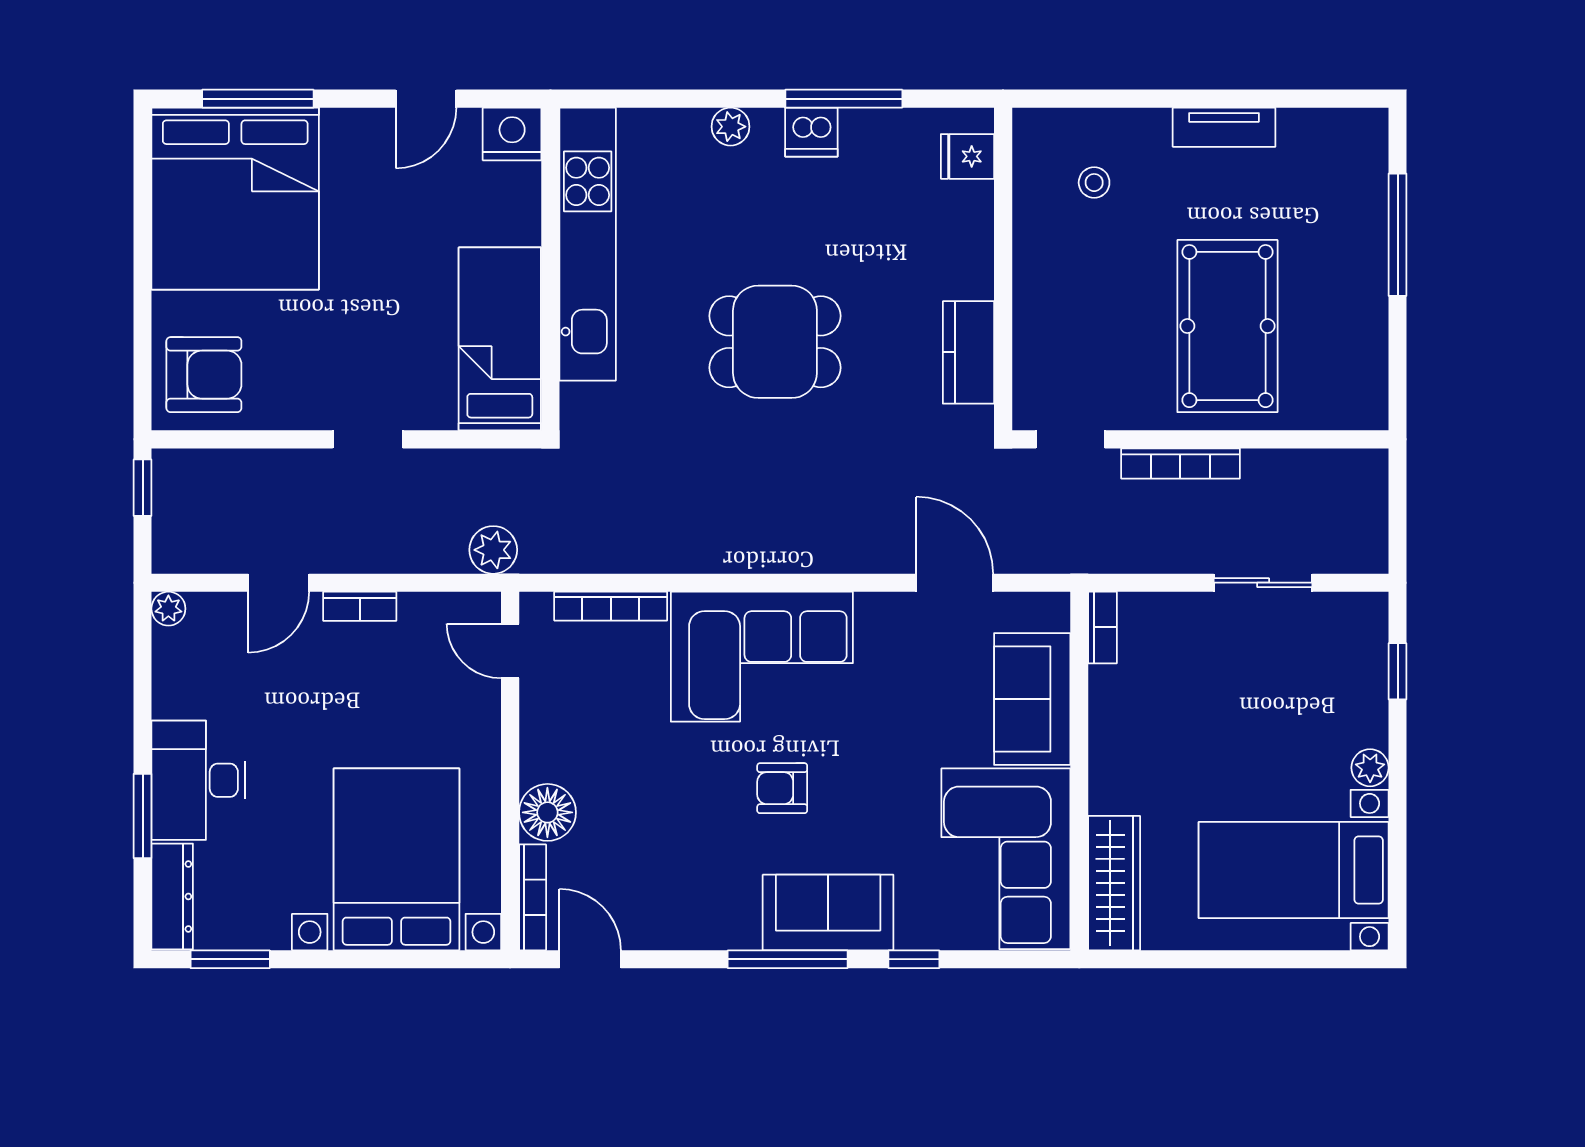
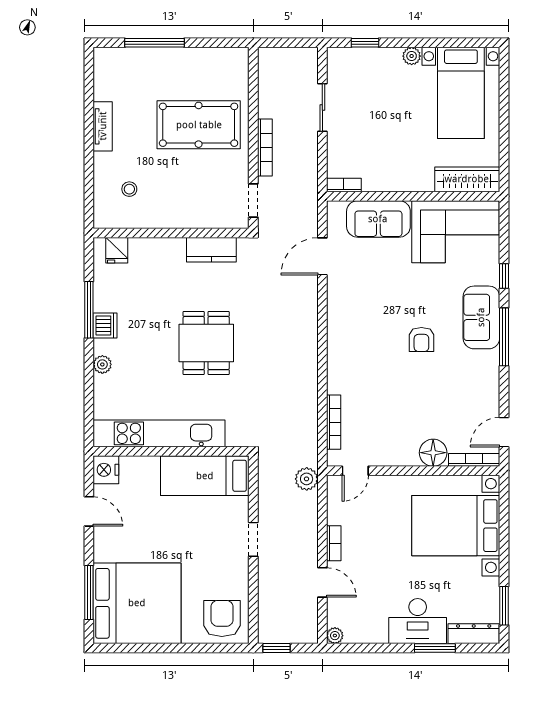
corner sofa: (762, 657) -> (358, 349), removed

